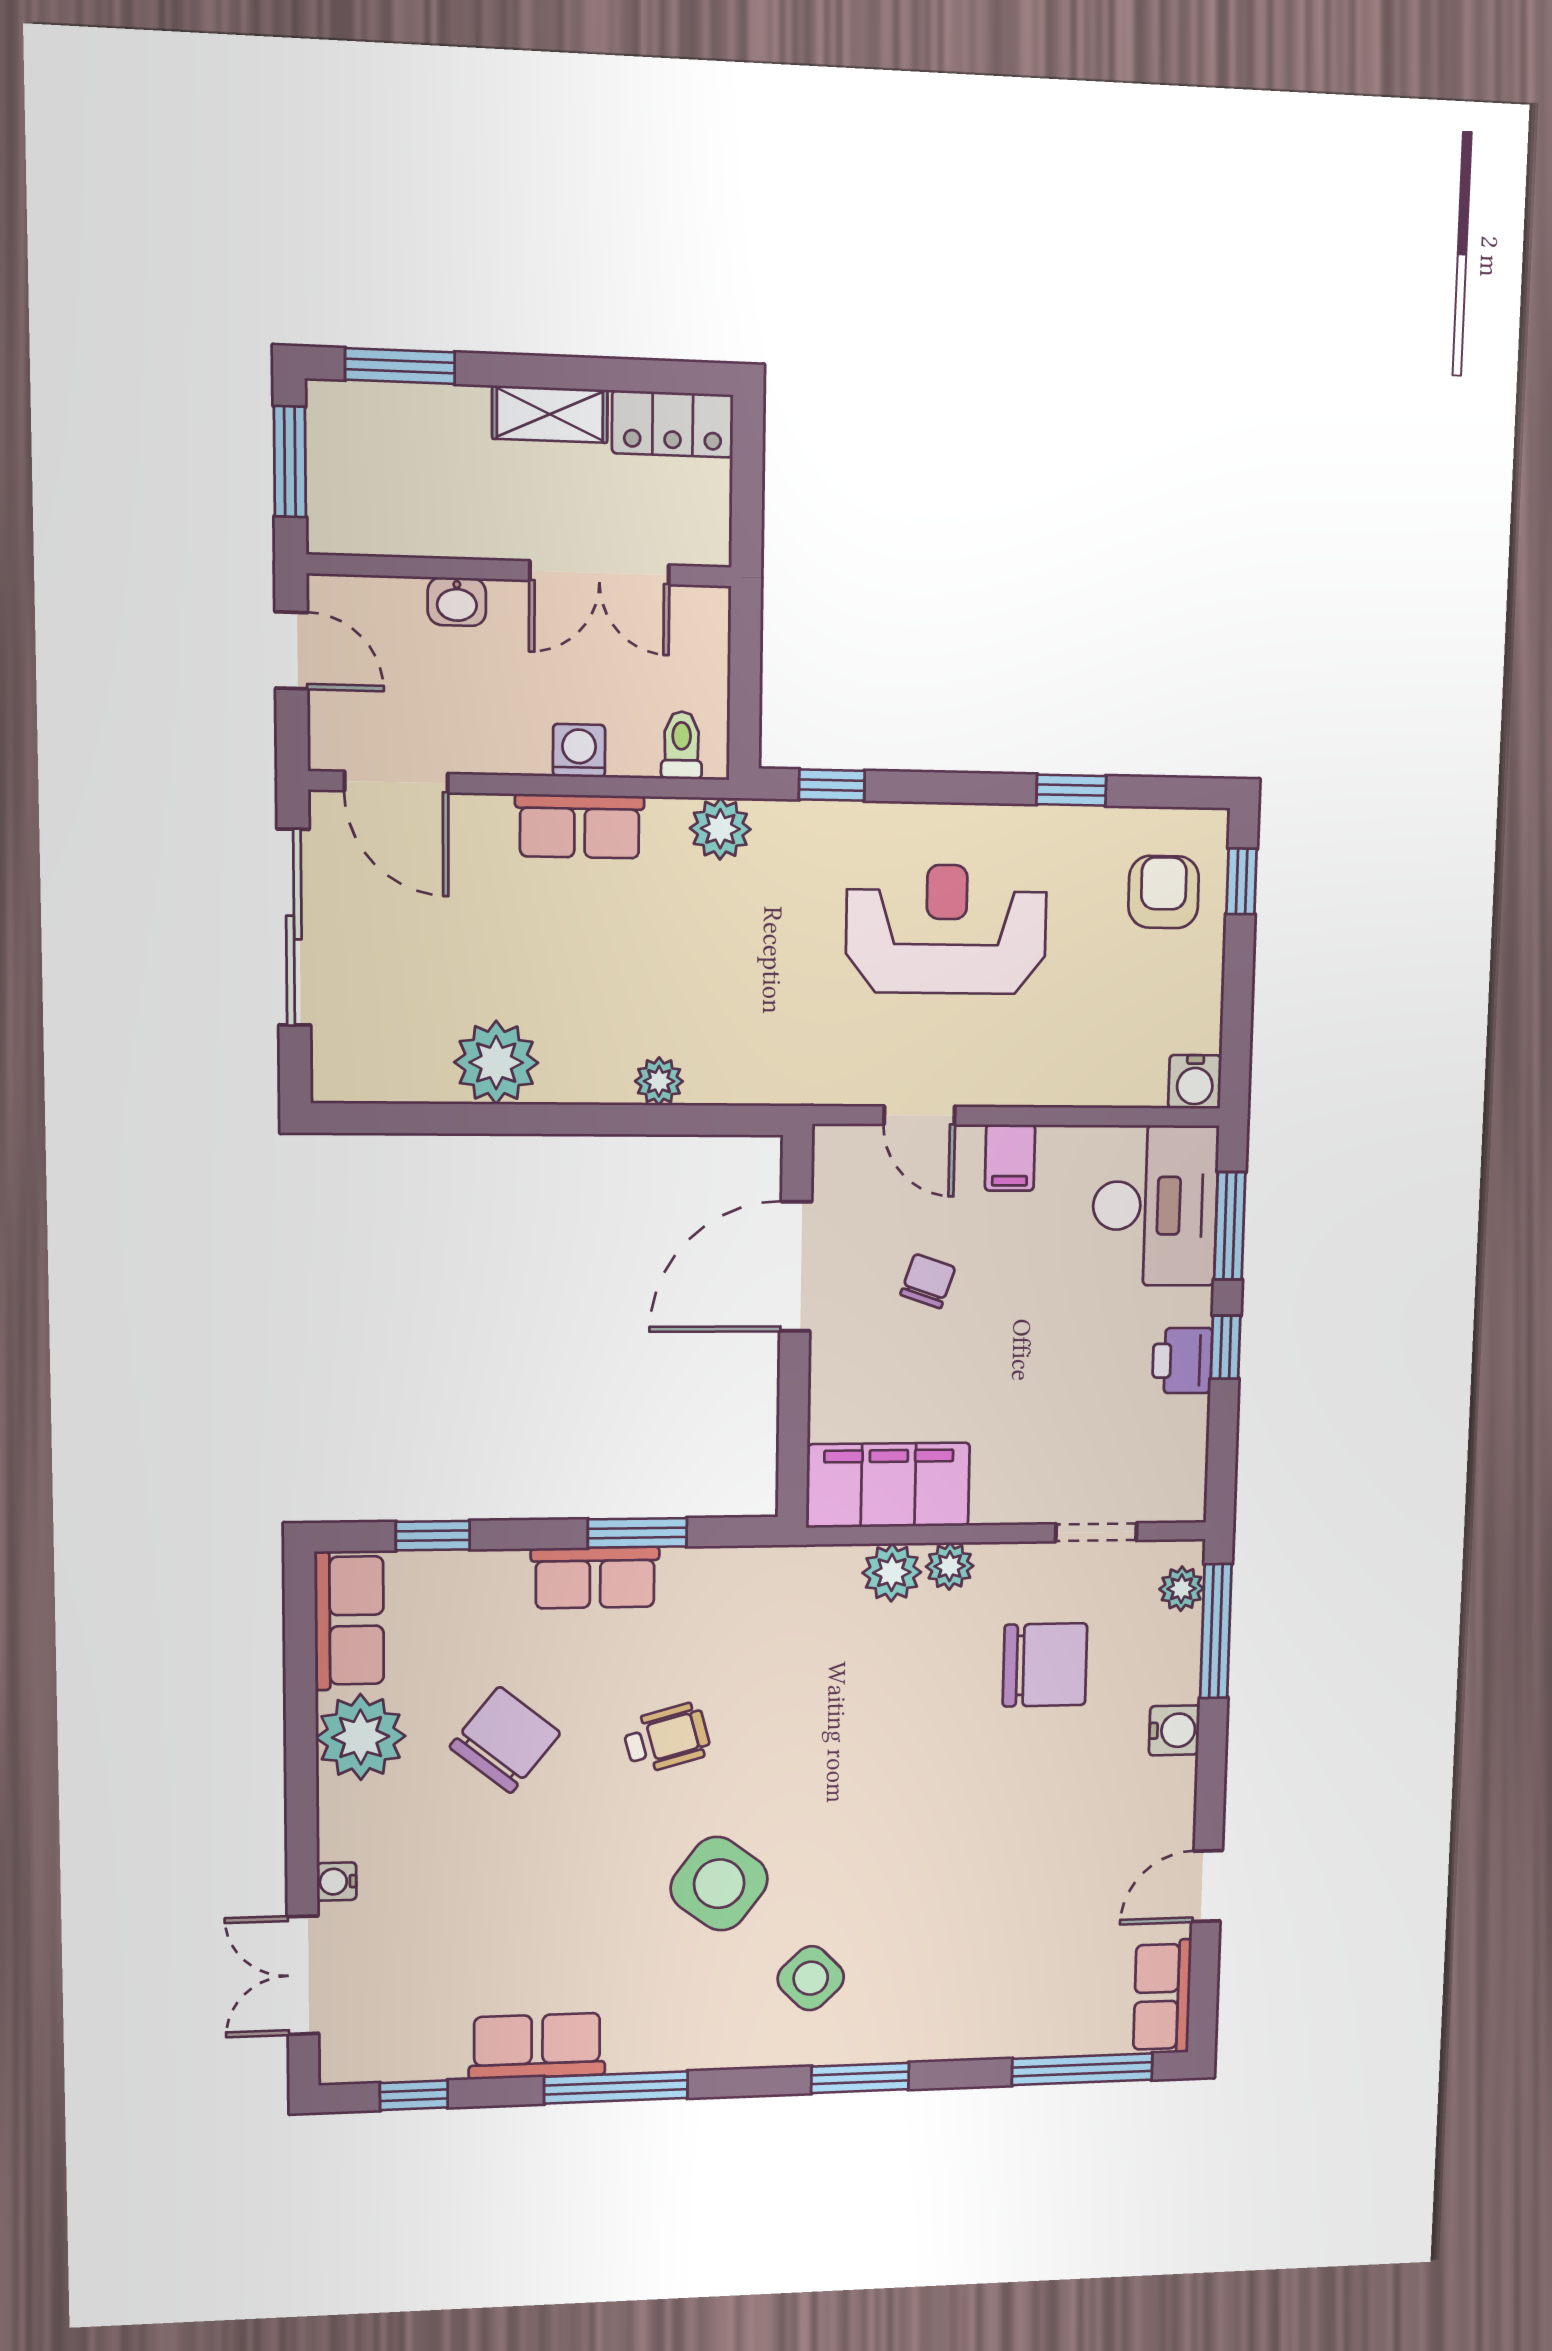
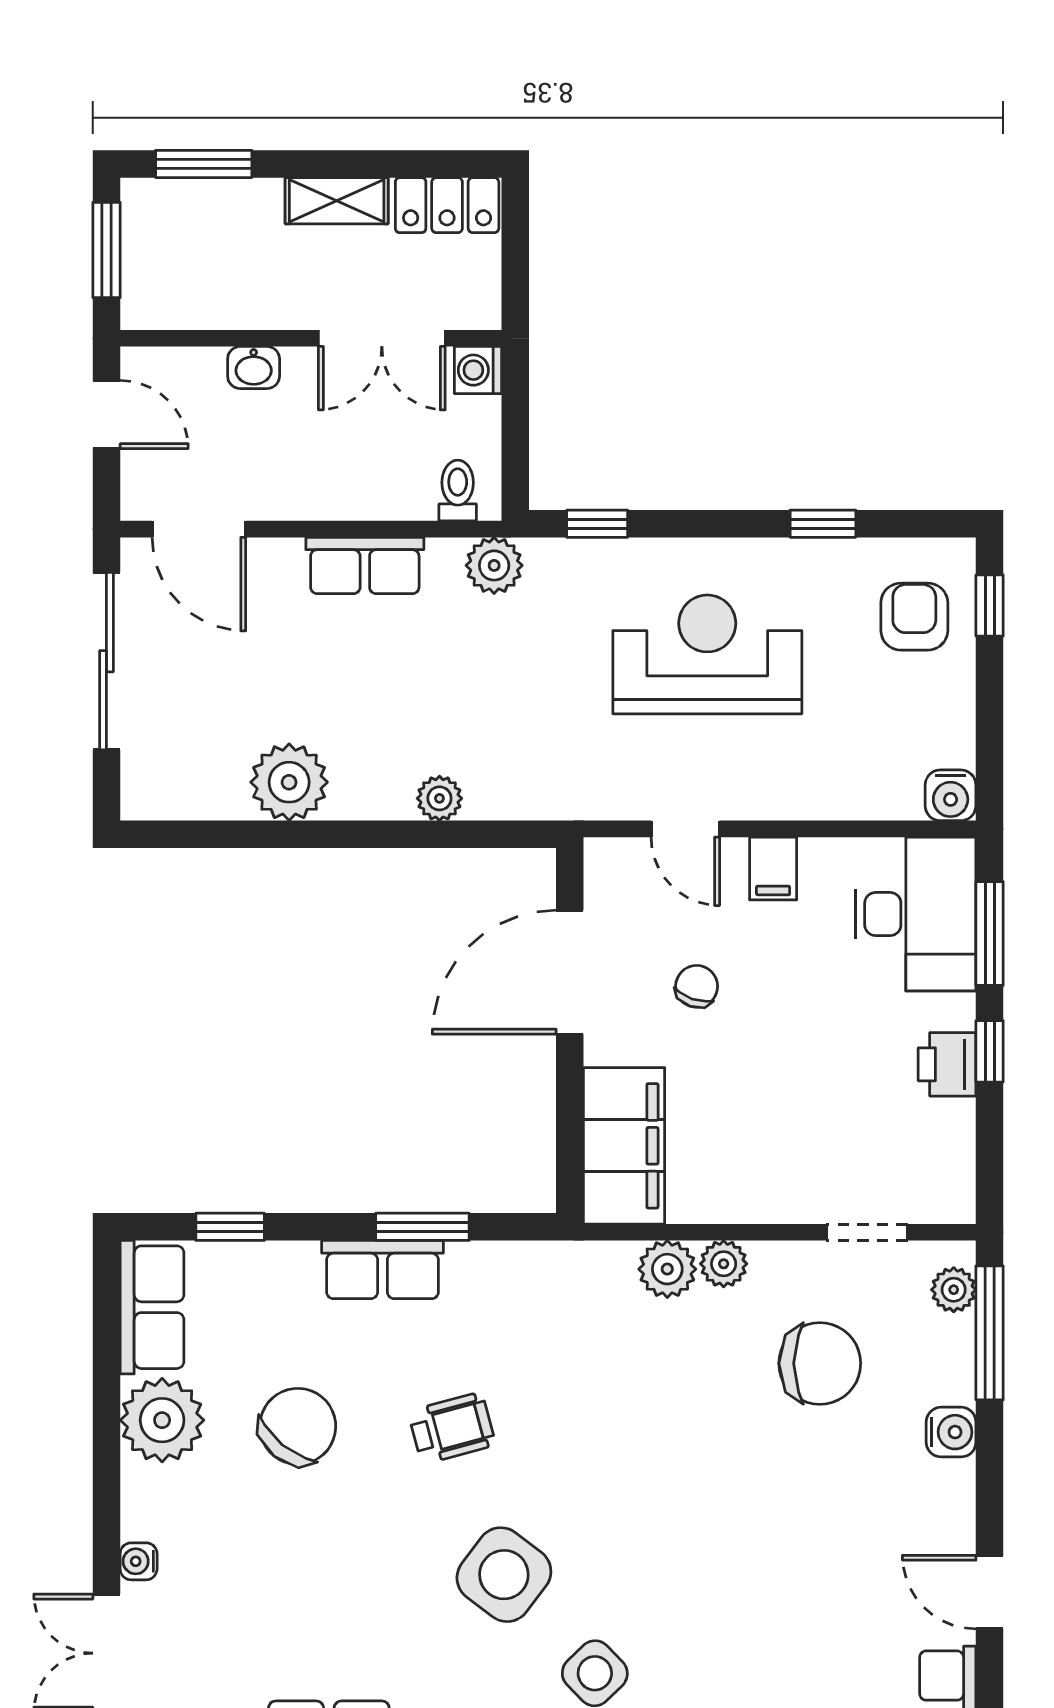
washing machine: (579, 751) -> (478, 370), moved, turned -90
filing cabinet: (888, 1485) -> (624, 1146), moved, turned 90
door: (1207, 1886) -> (990, 1592), hinge flipped

